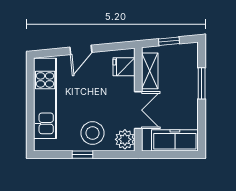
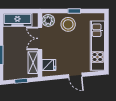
door: (81, 50) -> (75, 75), swing flipped

